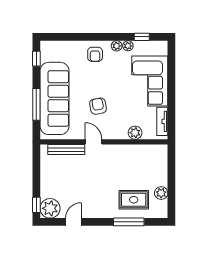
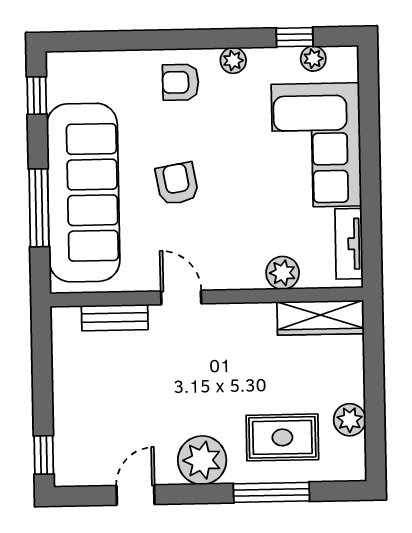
plant: (128, 46) -> (313, 59), moved
armchair: (95, 54) -> (181, 82), turned 90
armchair: (98, 106) -> (177, 184), moved
bench: (66, 150) -> (115, 318), width x0.73
wardrobe: (150, 151) -> (320, 318), added
plant: (50, 208) -> (202, 460), moved

